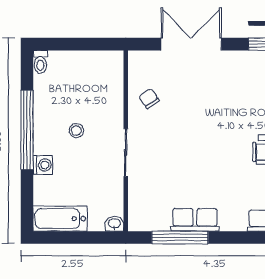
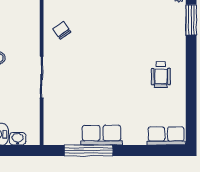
washbasin: (114, 224) -> (18, 139), moved

